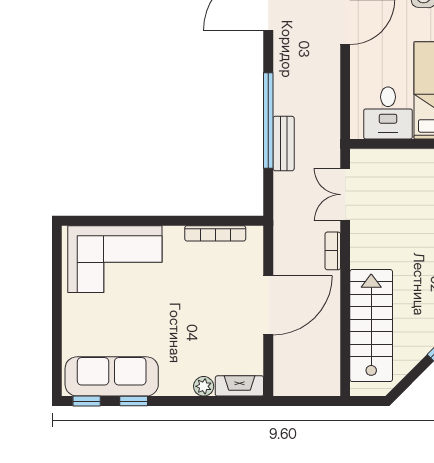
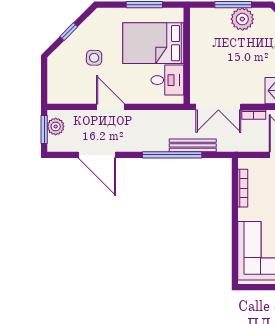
bench: (284, 144) -> (193, 145), width x1.36
double door: (345, 195) -> (218, 107), width x1.37

